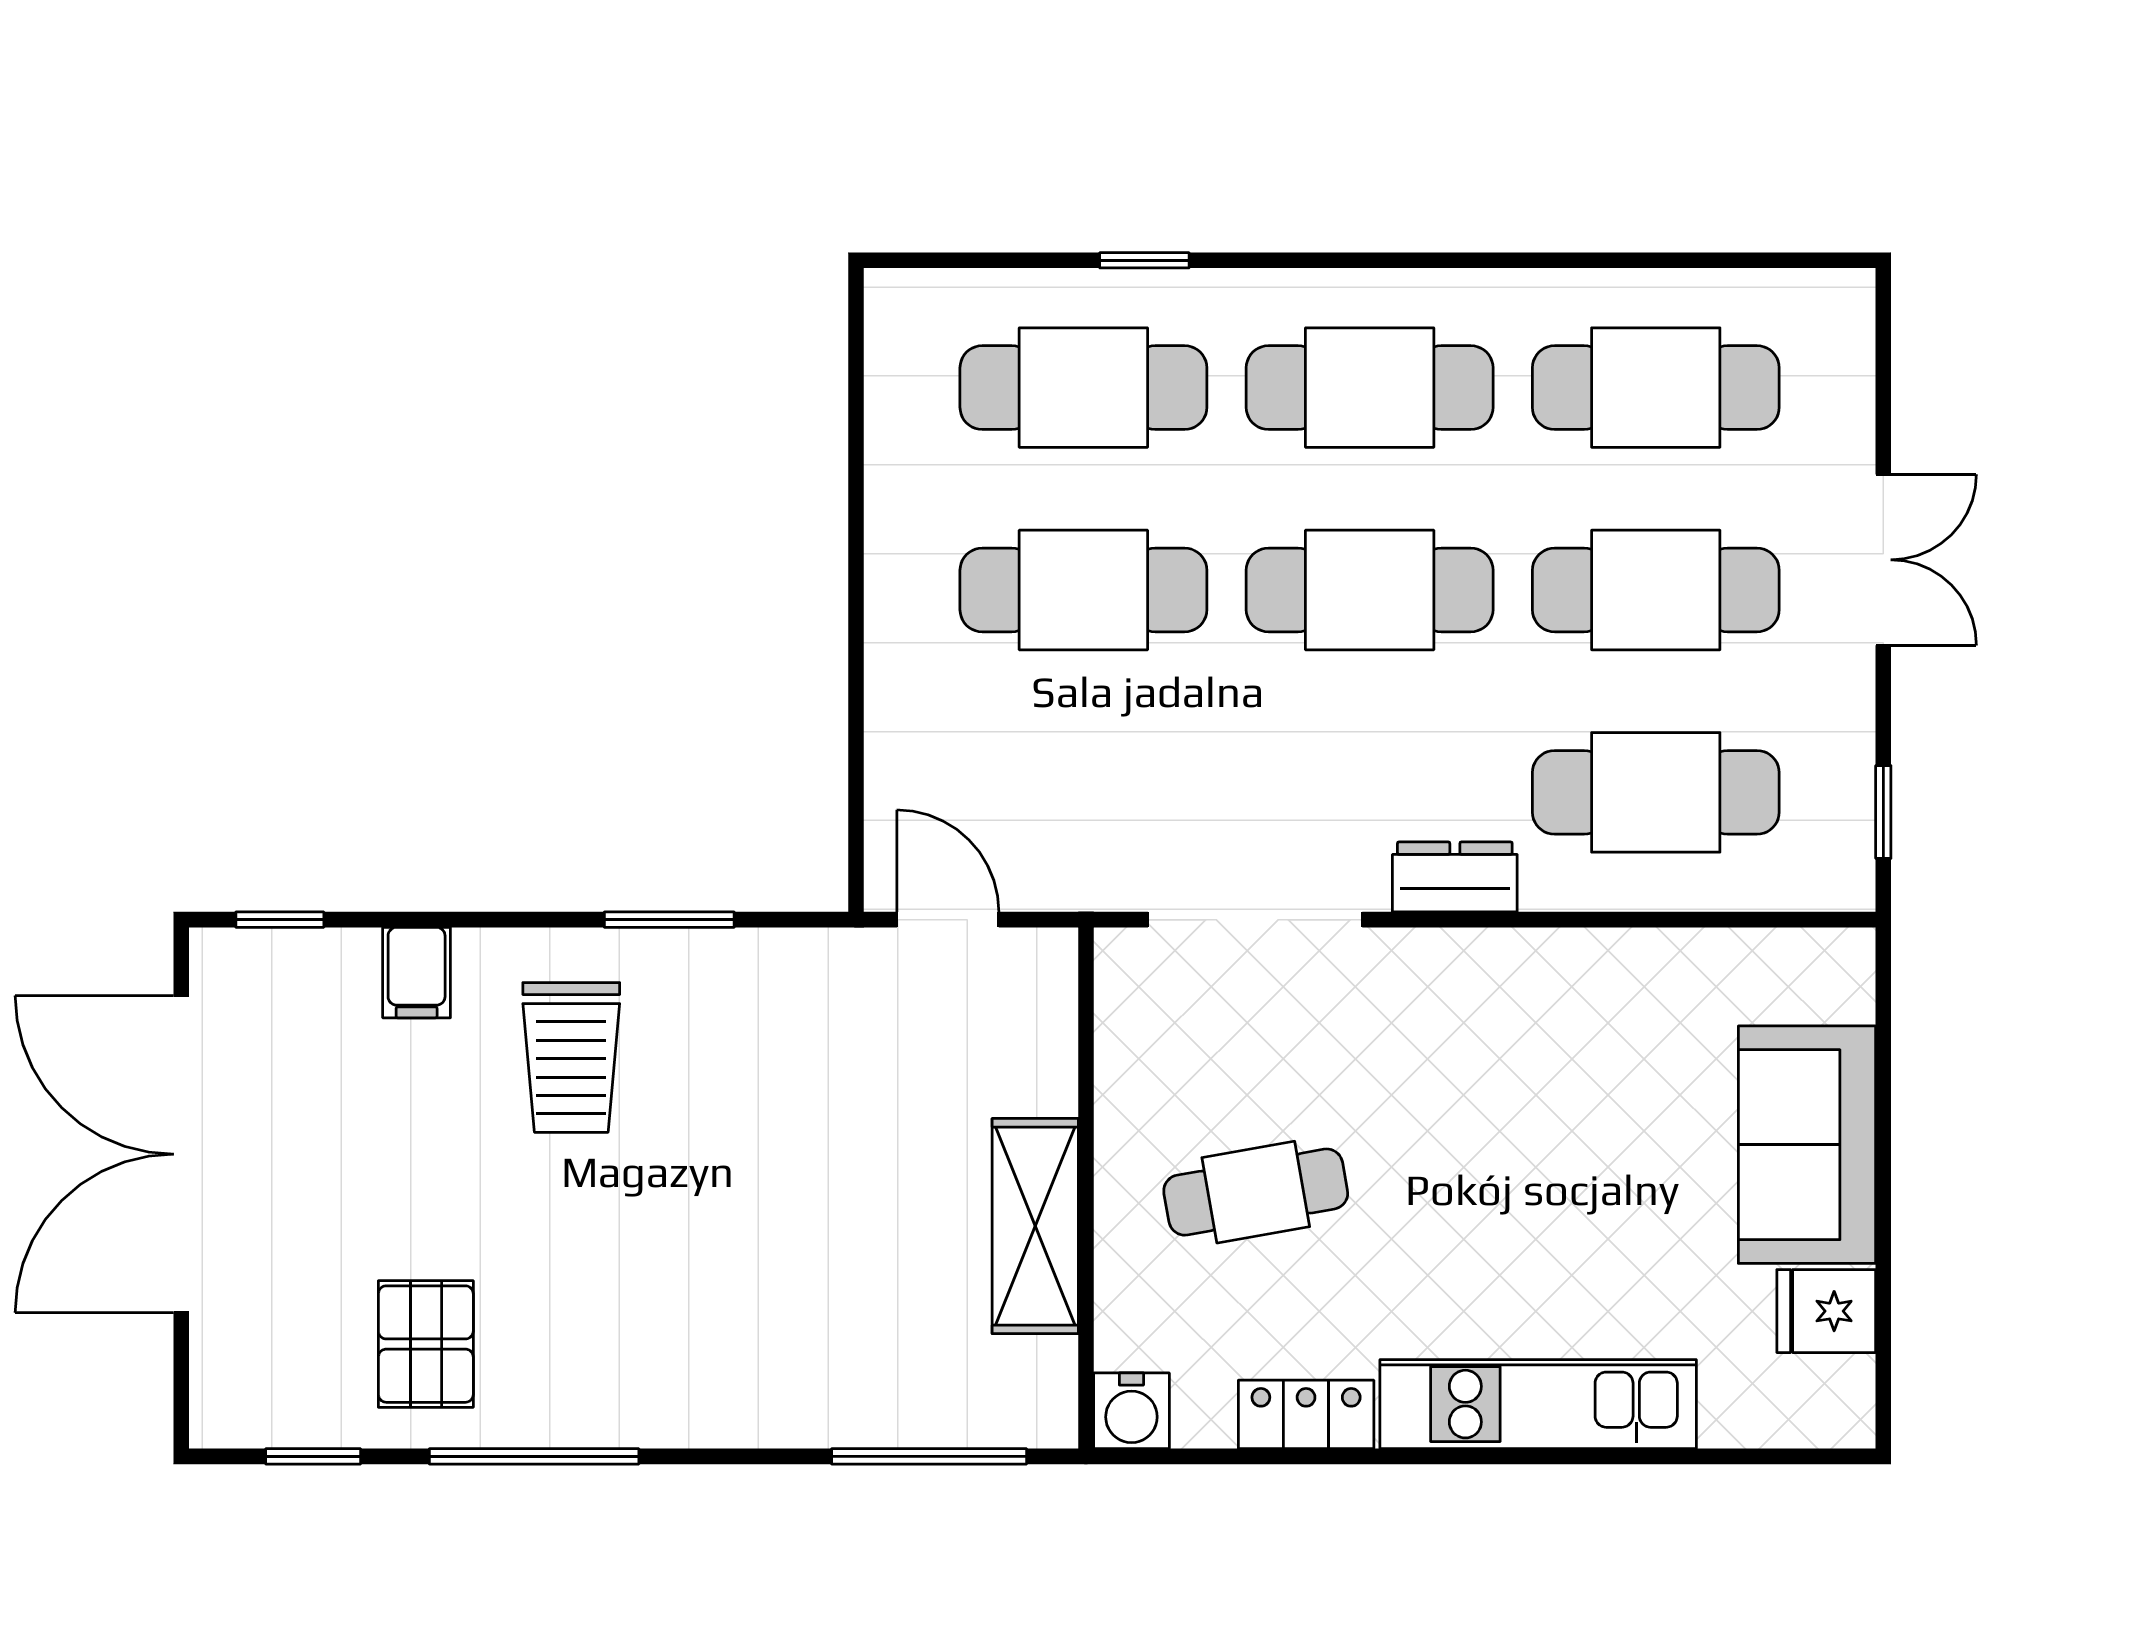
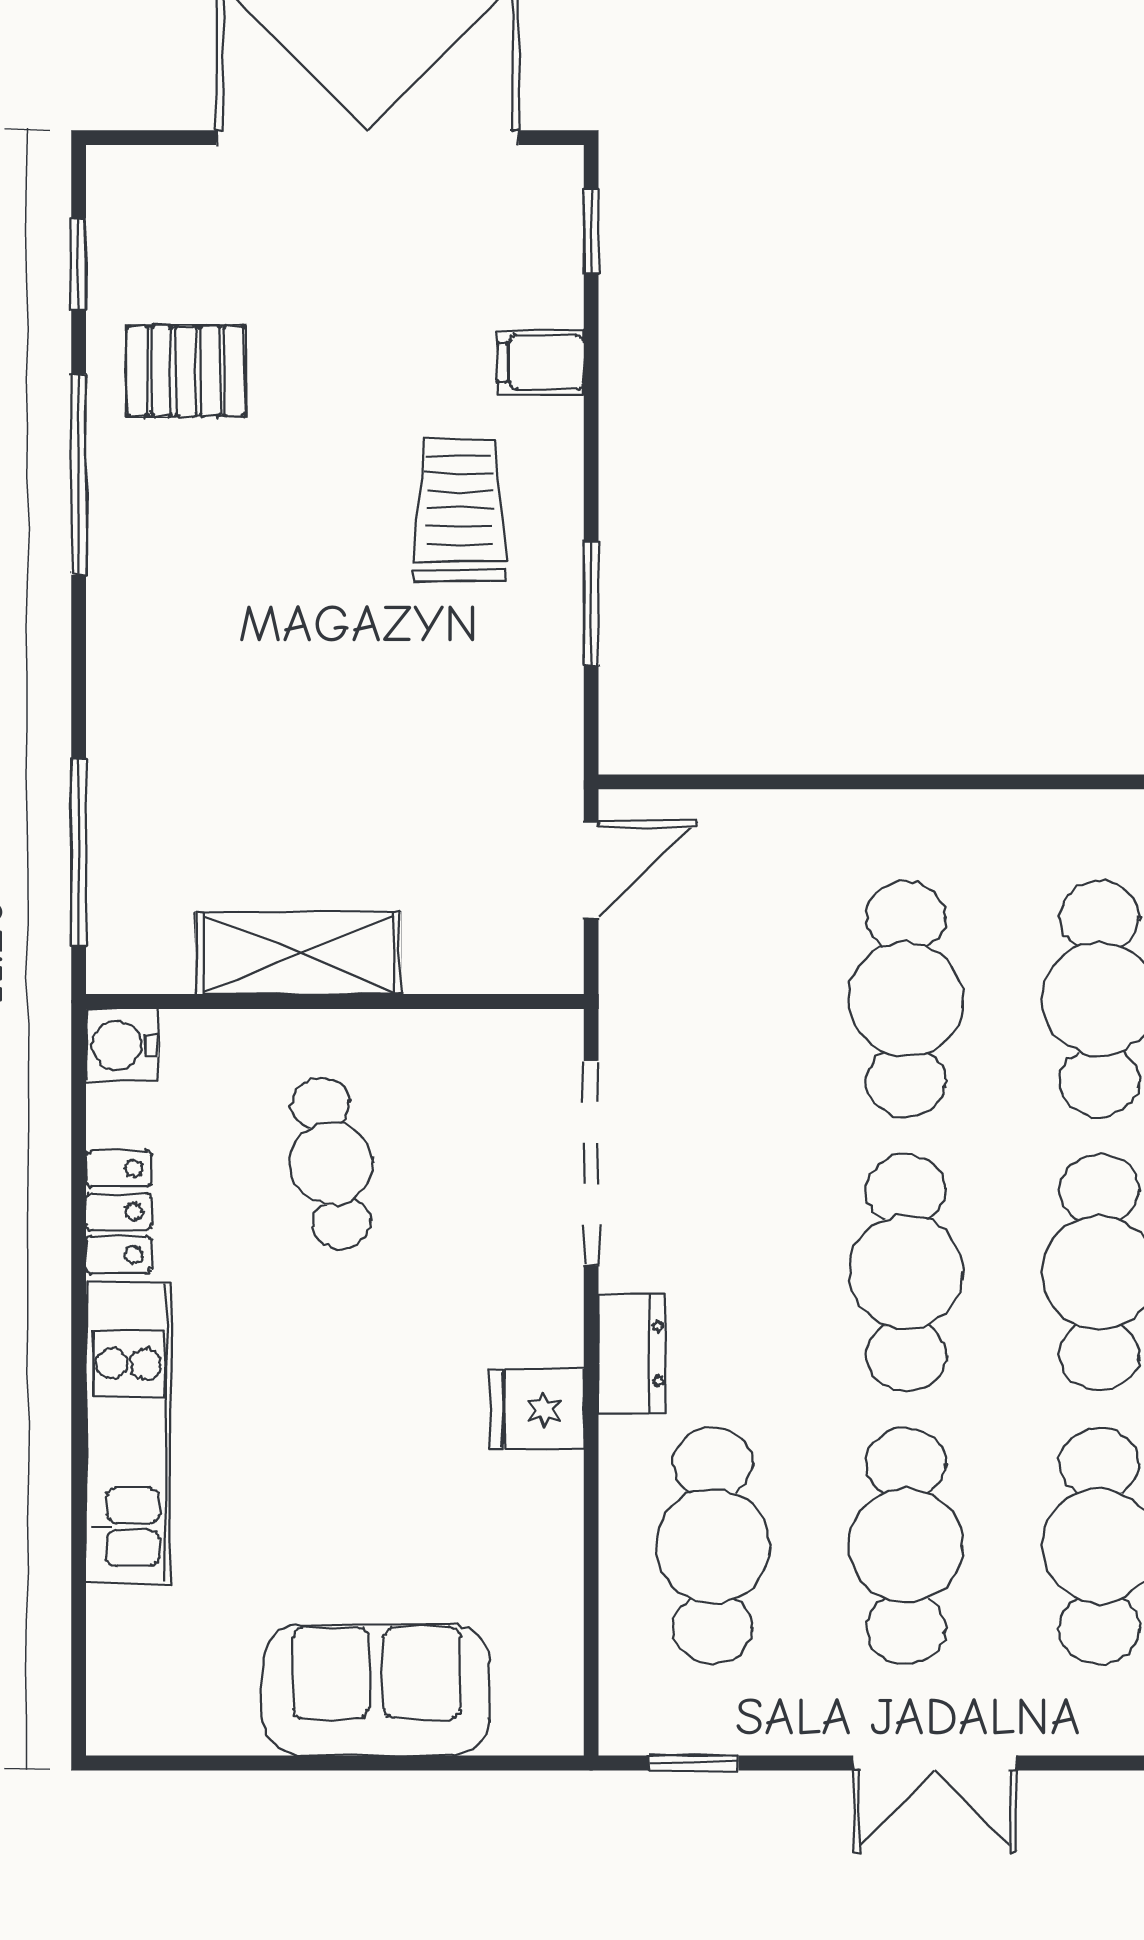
trolley: (571, 1057) -> (460, 510), turned 90
fridge: (1826, 1311) -> (537, 1409), moved, turned -90

